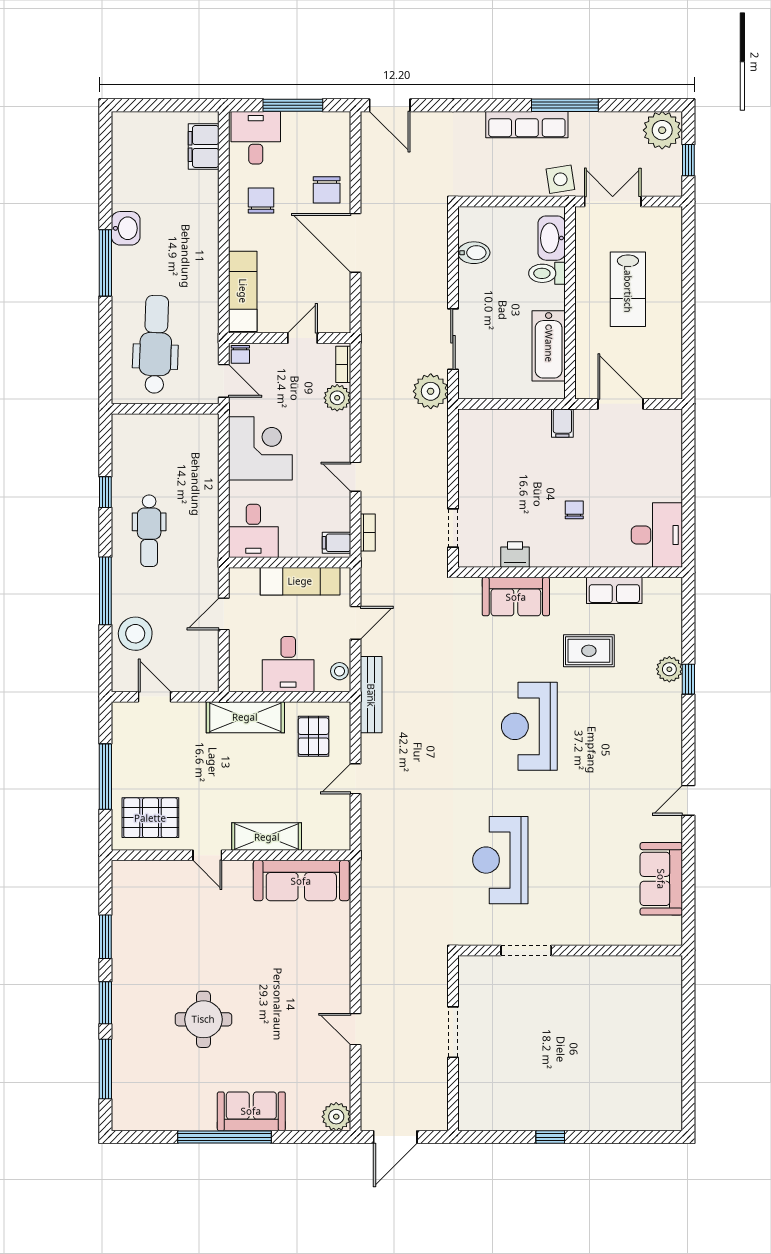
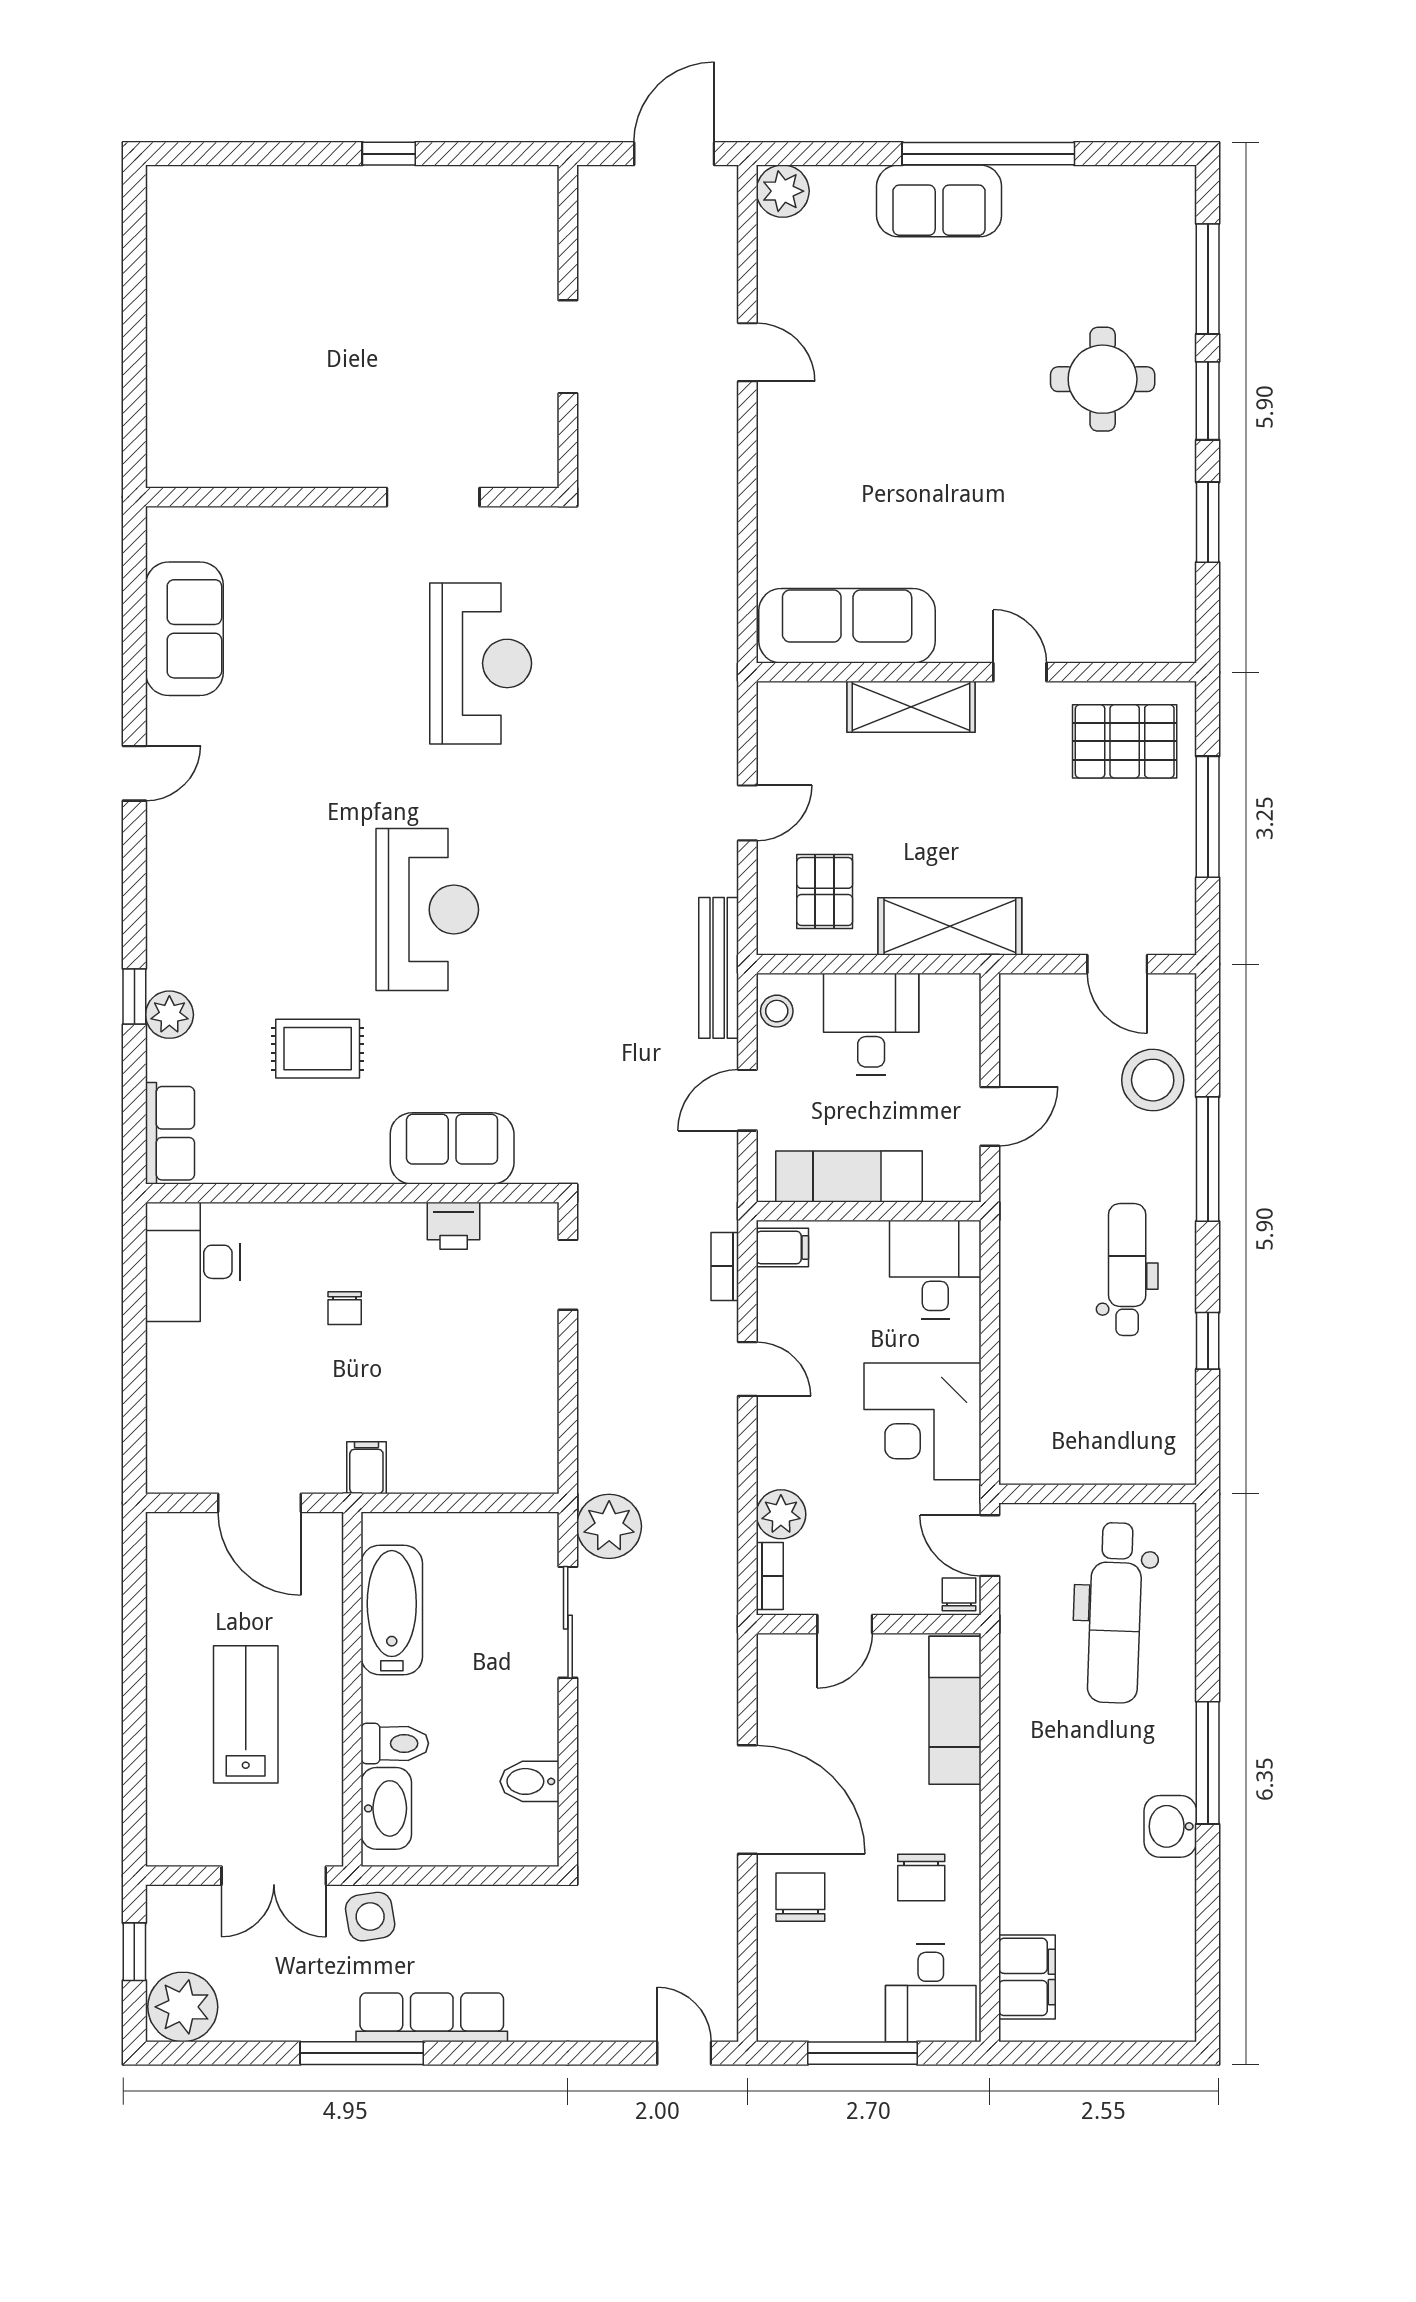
door: (390, 105) -> (684, 2053), width x0.73
row of seats: (614, 590) -> (170, 1133), moved, turned 90
round table: (203, 1019) -> (1103, 379), moved

